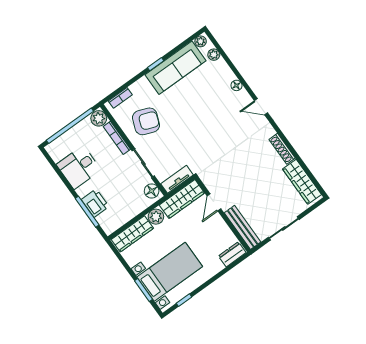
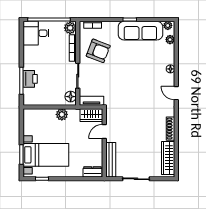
desk: (79, 167) -> (36, 33), moved
wardrobe: (182, 199) -> (91, 115), width x0.67
wardrobe: (132, 234) -> (39, 115), removed

